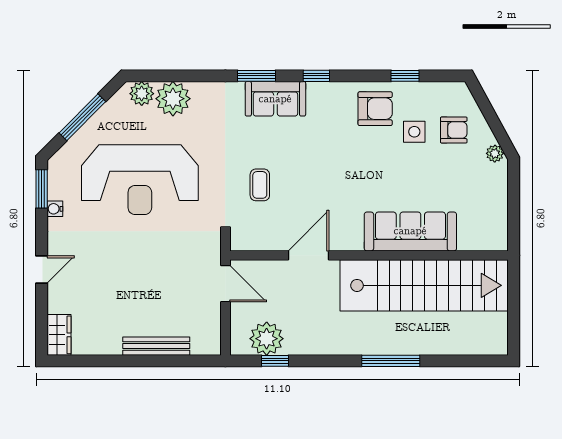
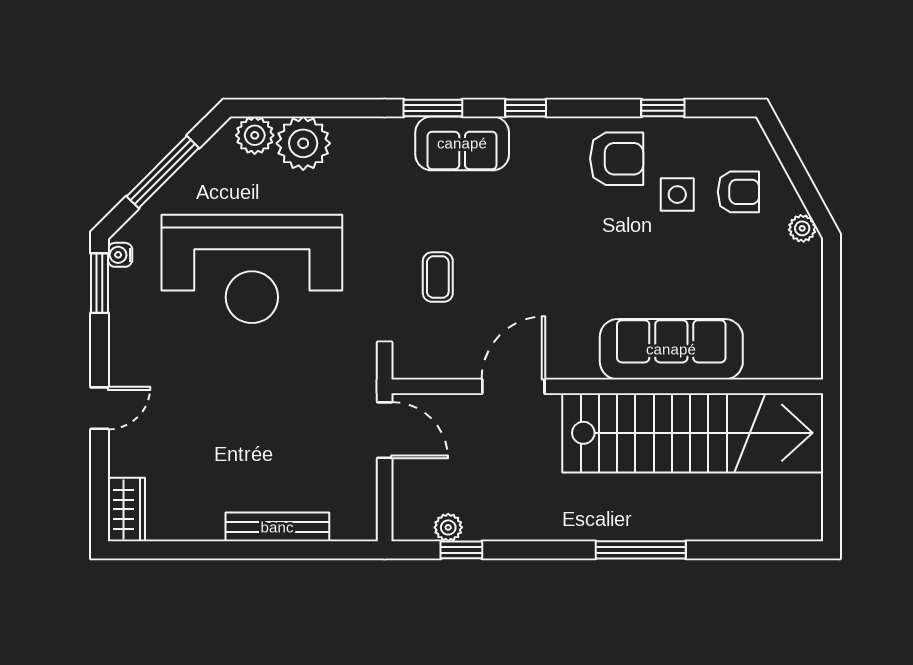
water cooler: (55, 209) -> (120, 255), moved
plant: (267, 339) -> (448, 527), width x0.53, depth x0.53

